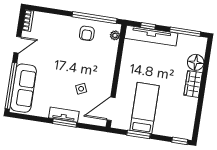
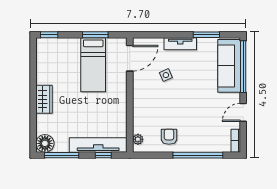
window: (95, 18) -> (198, 155), moved
floor lamp: (196, 62) -> (45, 143), moved
window: (65, 123) -> (206, 35), moved

